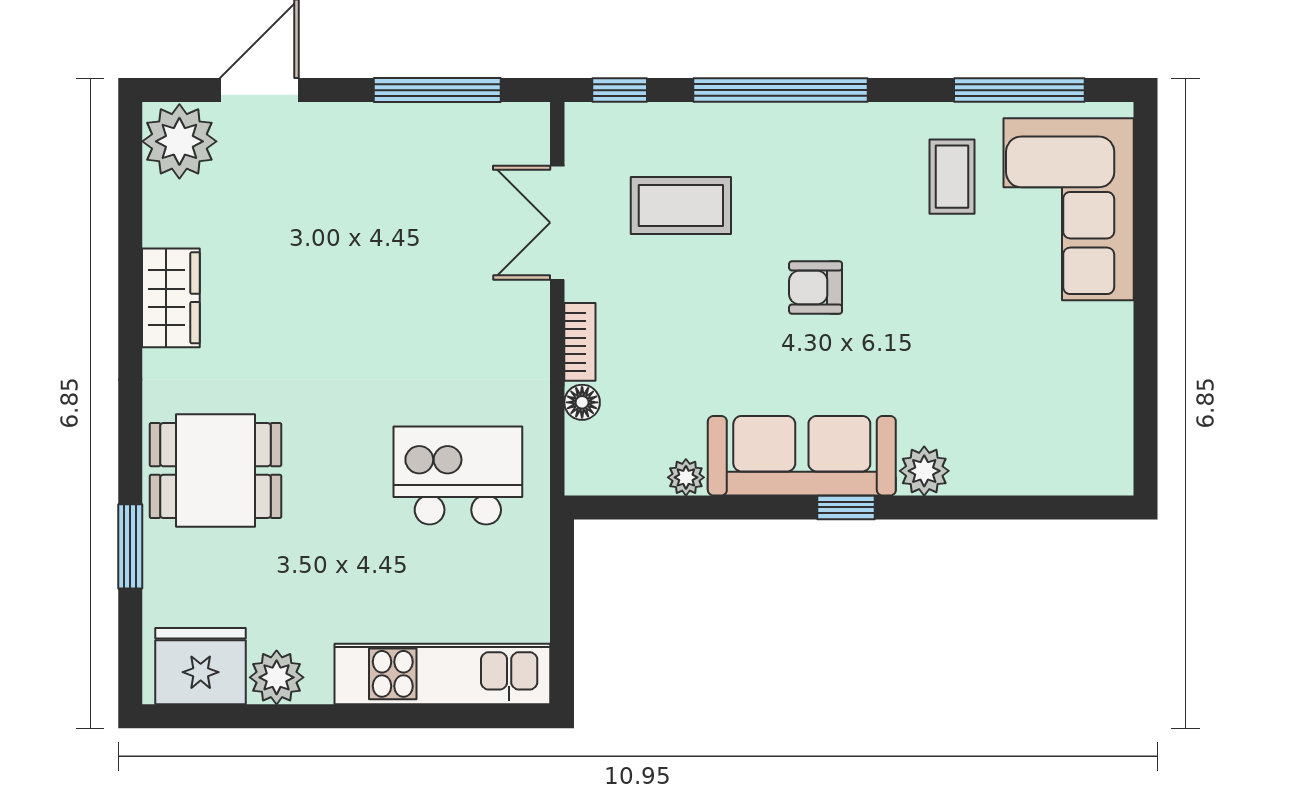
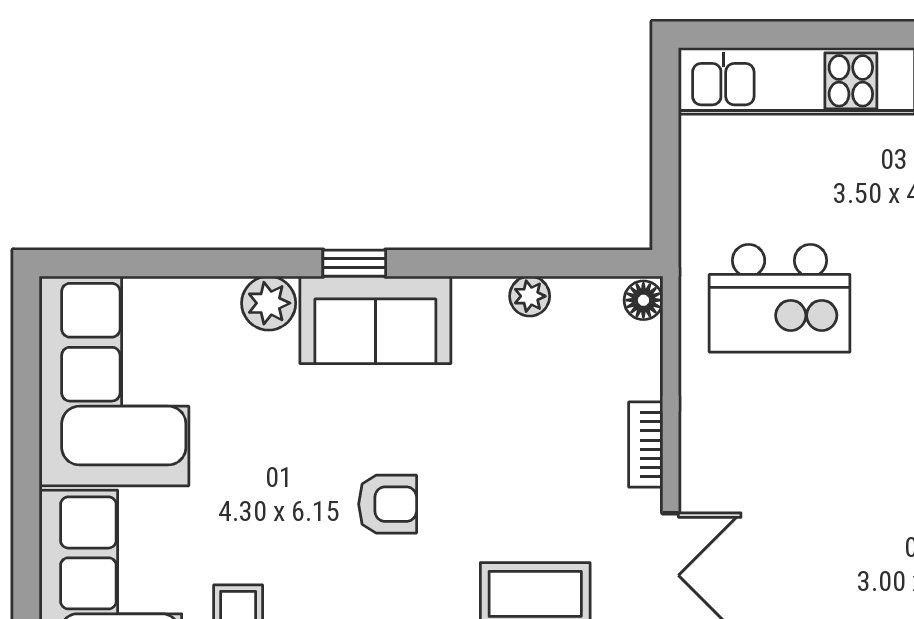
corner sofa: (1065, 400) -> (114, 381), added
floor lamp: (582, 402) -> (643, 300), moved
sofa: (802, 456) -> (375, 320), width x0.73

